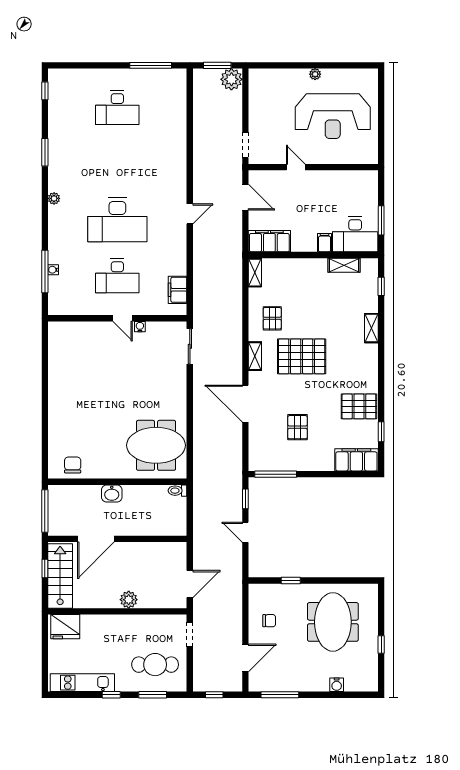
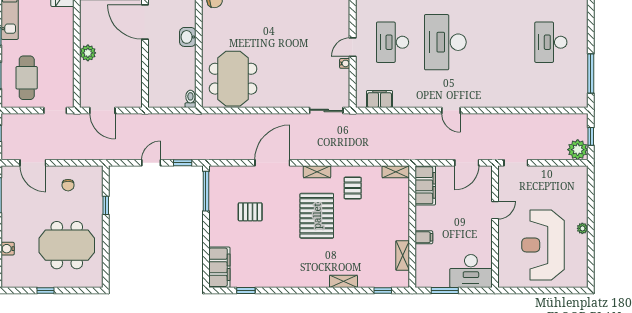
window: (217, 65) -> (591, 136), width x0.67
desk: (355, 234) -> (471, 271), moved, turned -90
pallet: (272, 318) -> (353, 188), turned 90
pallet: (359, 406) -> (270, 270), removed

